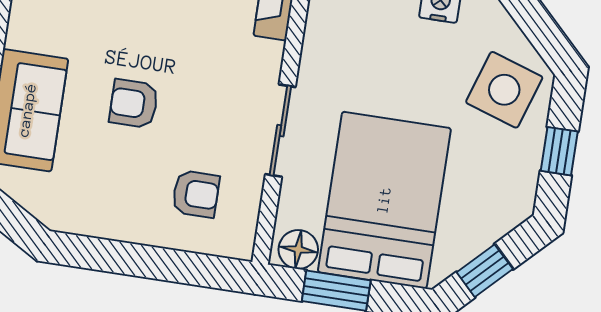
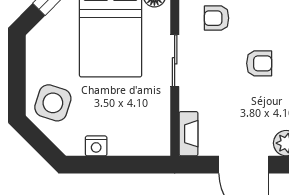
window: (559, 151) -> (17, 73), removed

